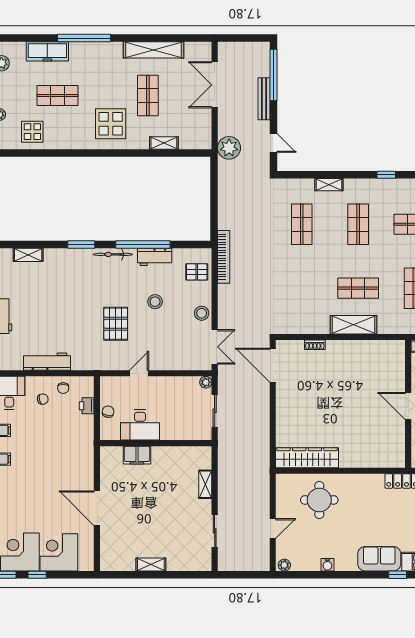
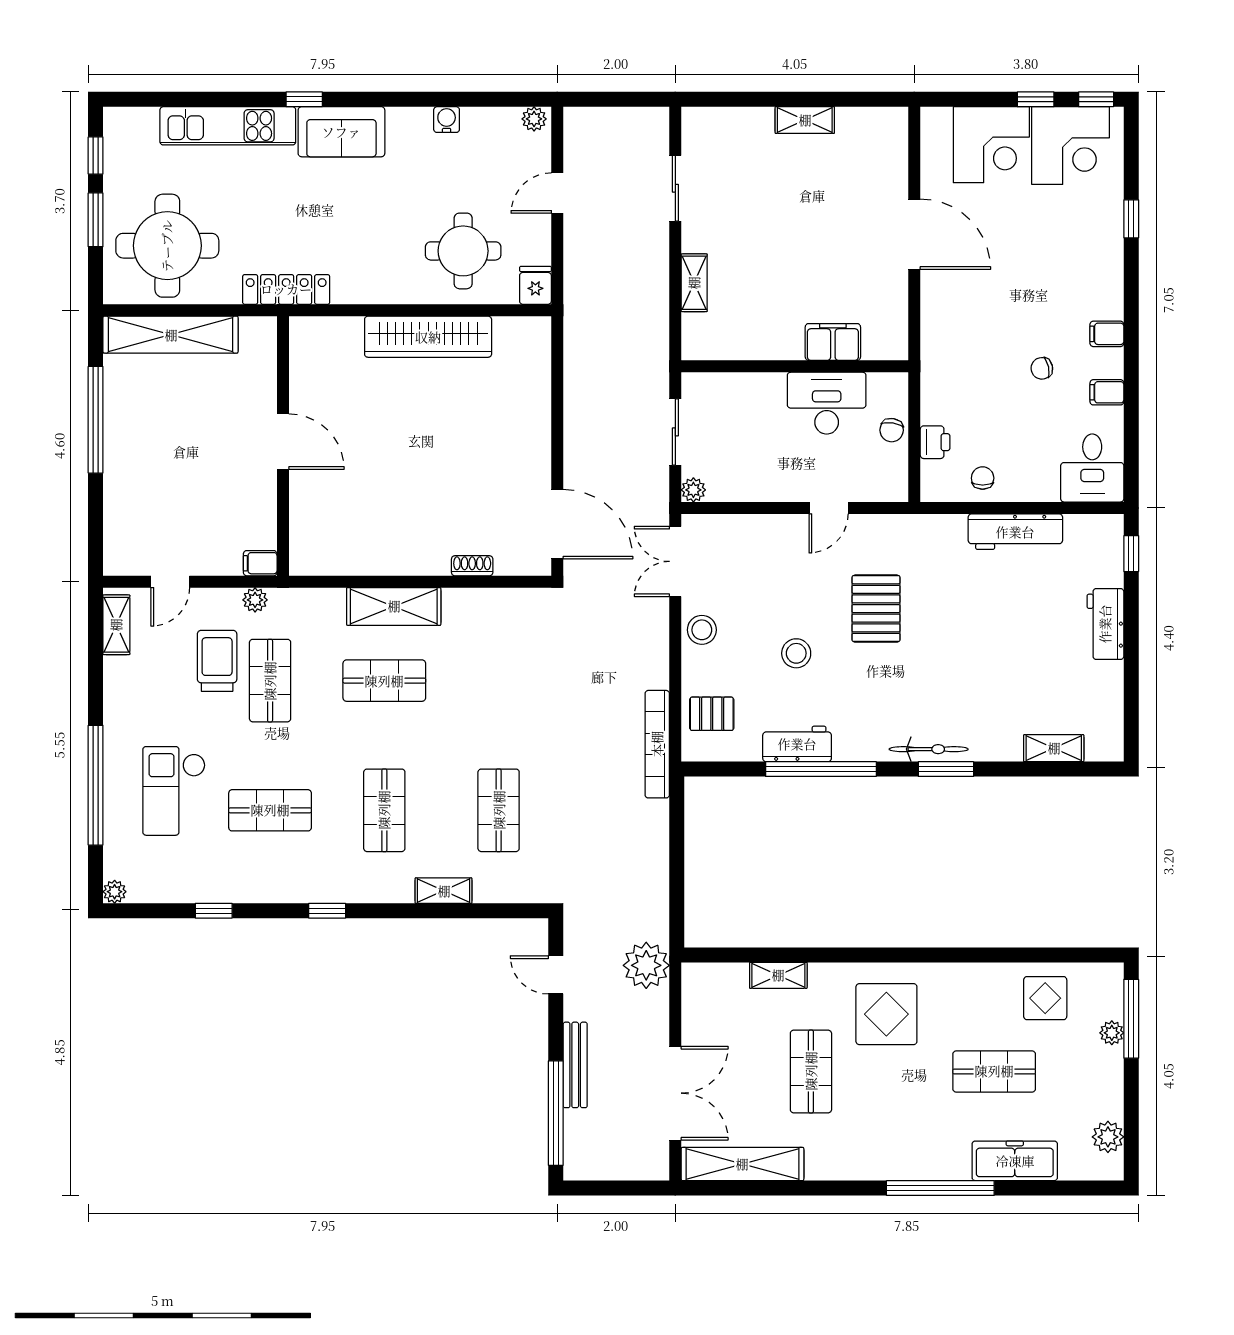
shelving: (154, 50) -> (742, 1164), moved
bicycle: (113, 254) -> (929, 749), moved
chair: (43, 399) -> (1042, 368), moved
wardrobe: (307, 458) -> (428, 337), moved
fridge: (284, 483) -> (535, 285), added

